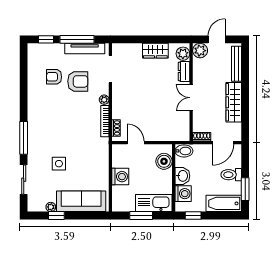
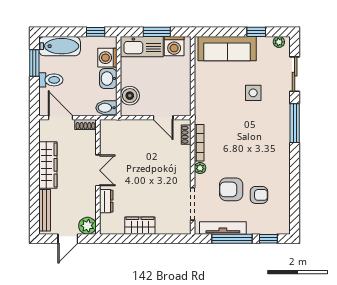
plant: (183, 54) -> (107, 222), removed
door: (223, 143) -> (60, 118), hinge flipped
washing machine: (120, 177) -> (174, 46), moved, turned -90
plant: (51, 207) -> (279, 42), moved

